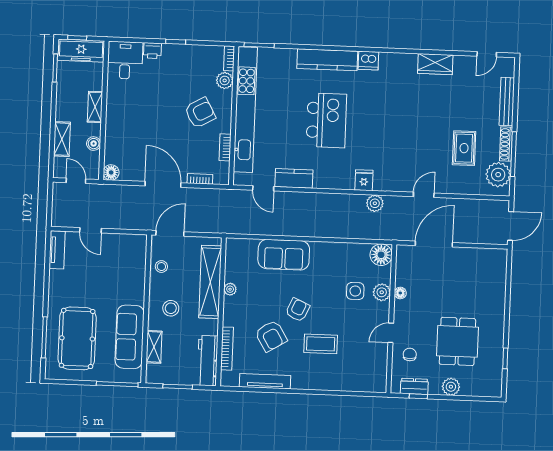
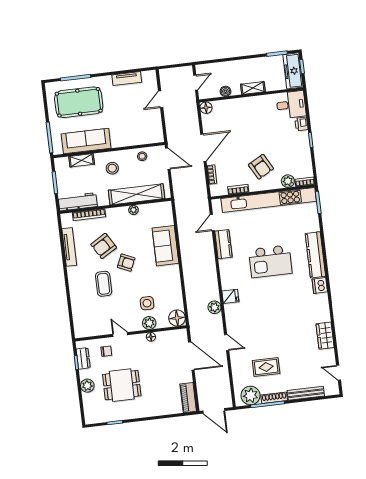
shelving: (62, 139) -> (225, 67), removed
tv unit: (57, 250) -> (127, 79), moved
piano: (488, 257) -> (188, 398), added

